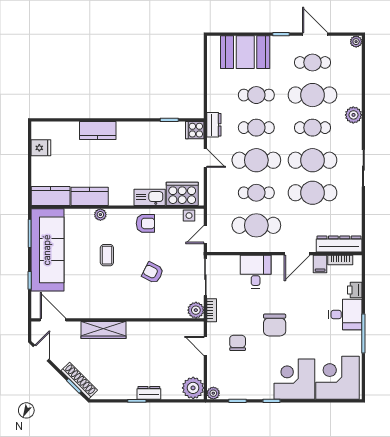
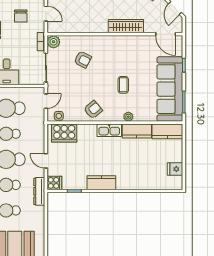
dresser: (214, 125) -> (39, 191), width x1.44
kitchen counter: (98, 130) -> (101, 183), moved
kitchen sink: (150, 197) -> (109, 130), moved
armchair: (145, 223) -> (93, 110), turned 140
armchair: (153, 273) -> (83, 60), moved

